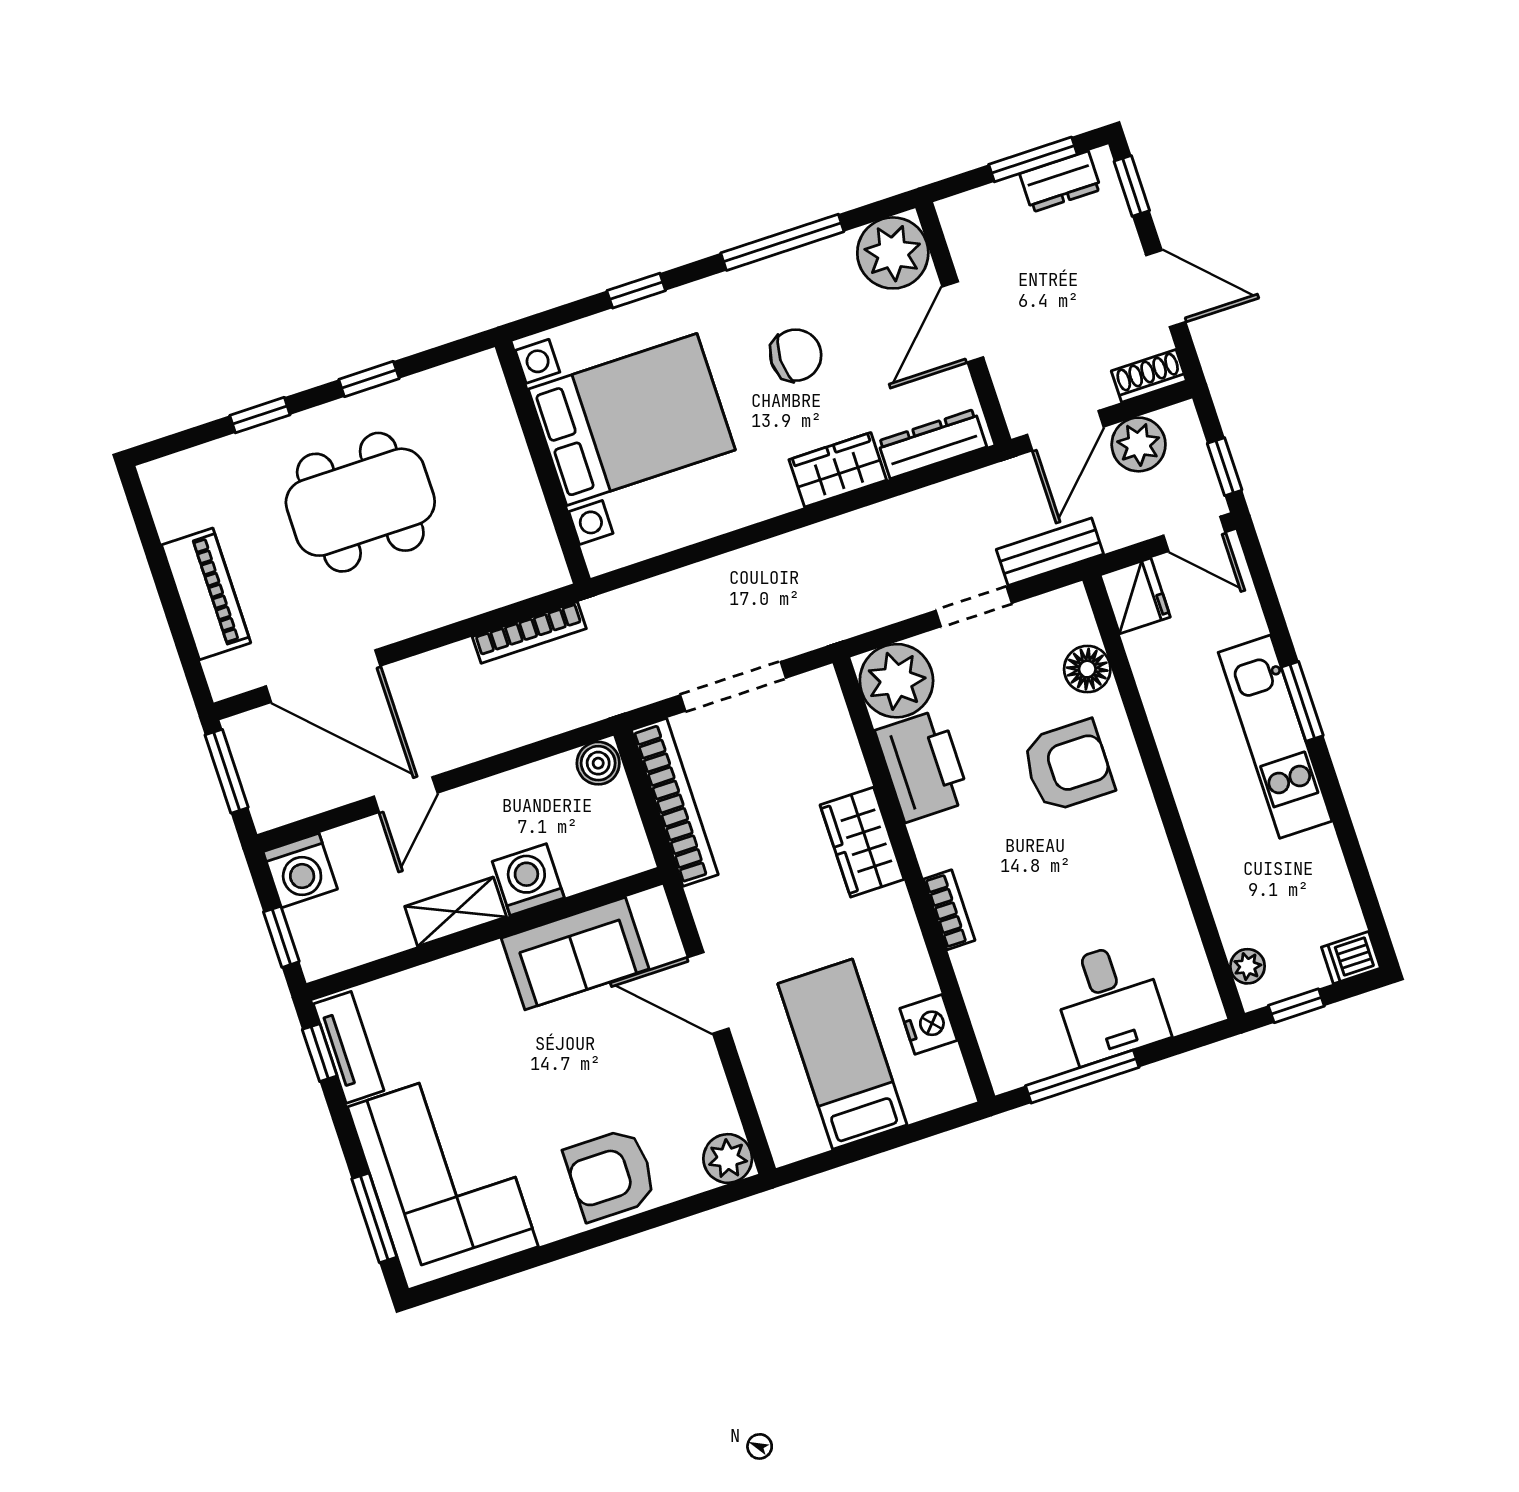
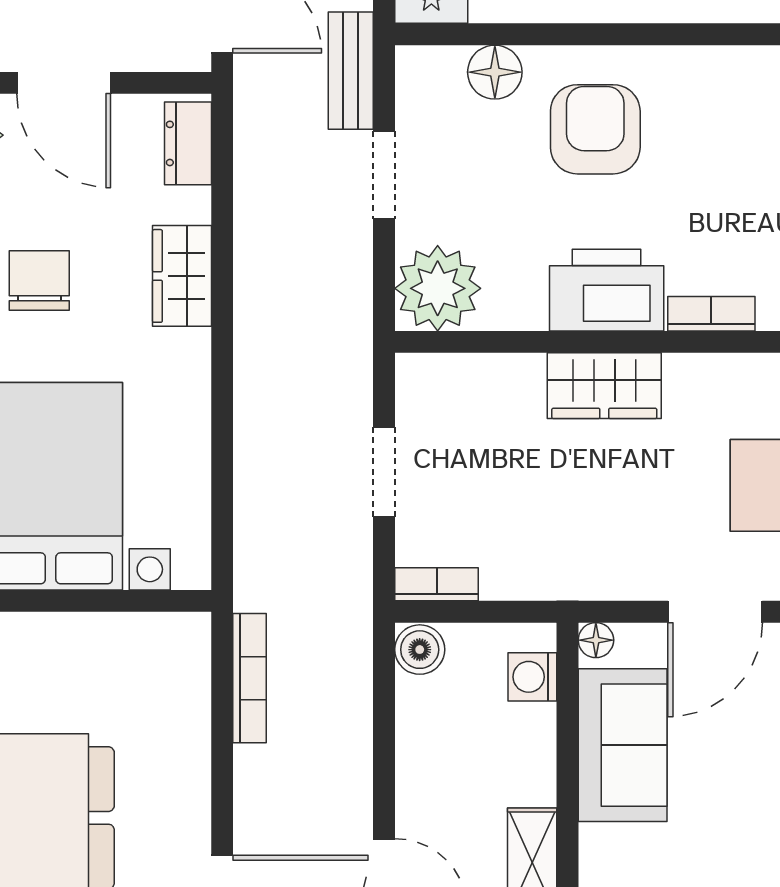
dresser: (932, 444) -> (188, 143), width x0.70
doorway: (733, 686) -> (384, 472), width x0.73
printer: (923, 766) -> (607, 290), moved
bookcase: (675, 802) -> (437, 584), width x0.43, depth x0.76
washing machine: (528, 880) -> (532, 677), moved, width x0.73, depth x0.73
floor lamp: (653, 904) -> (596, 640), added

